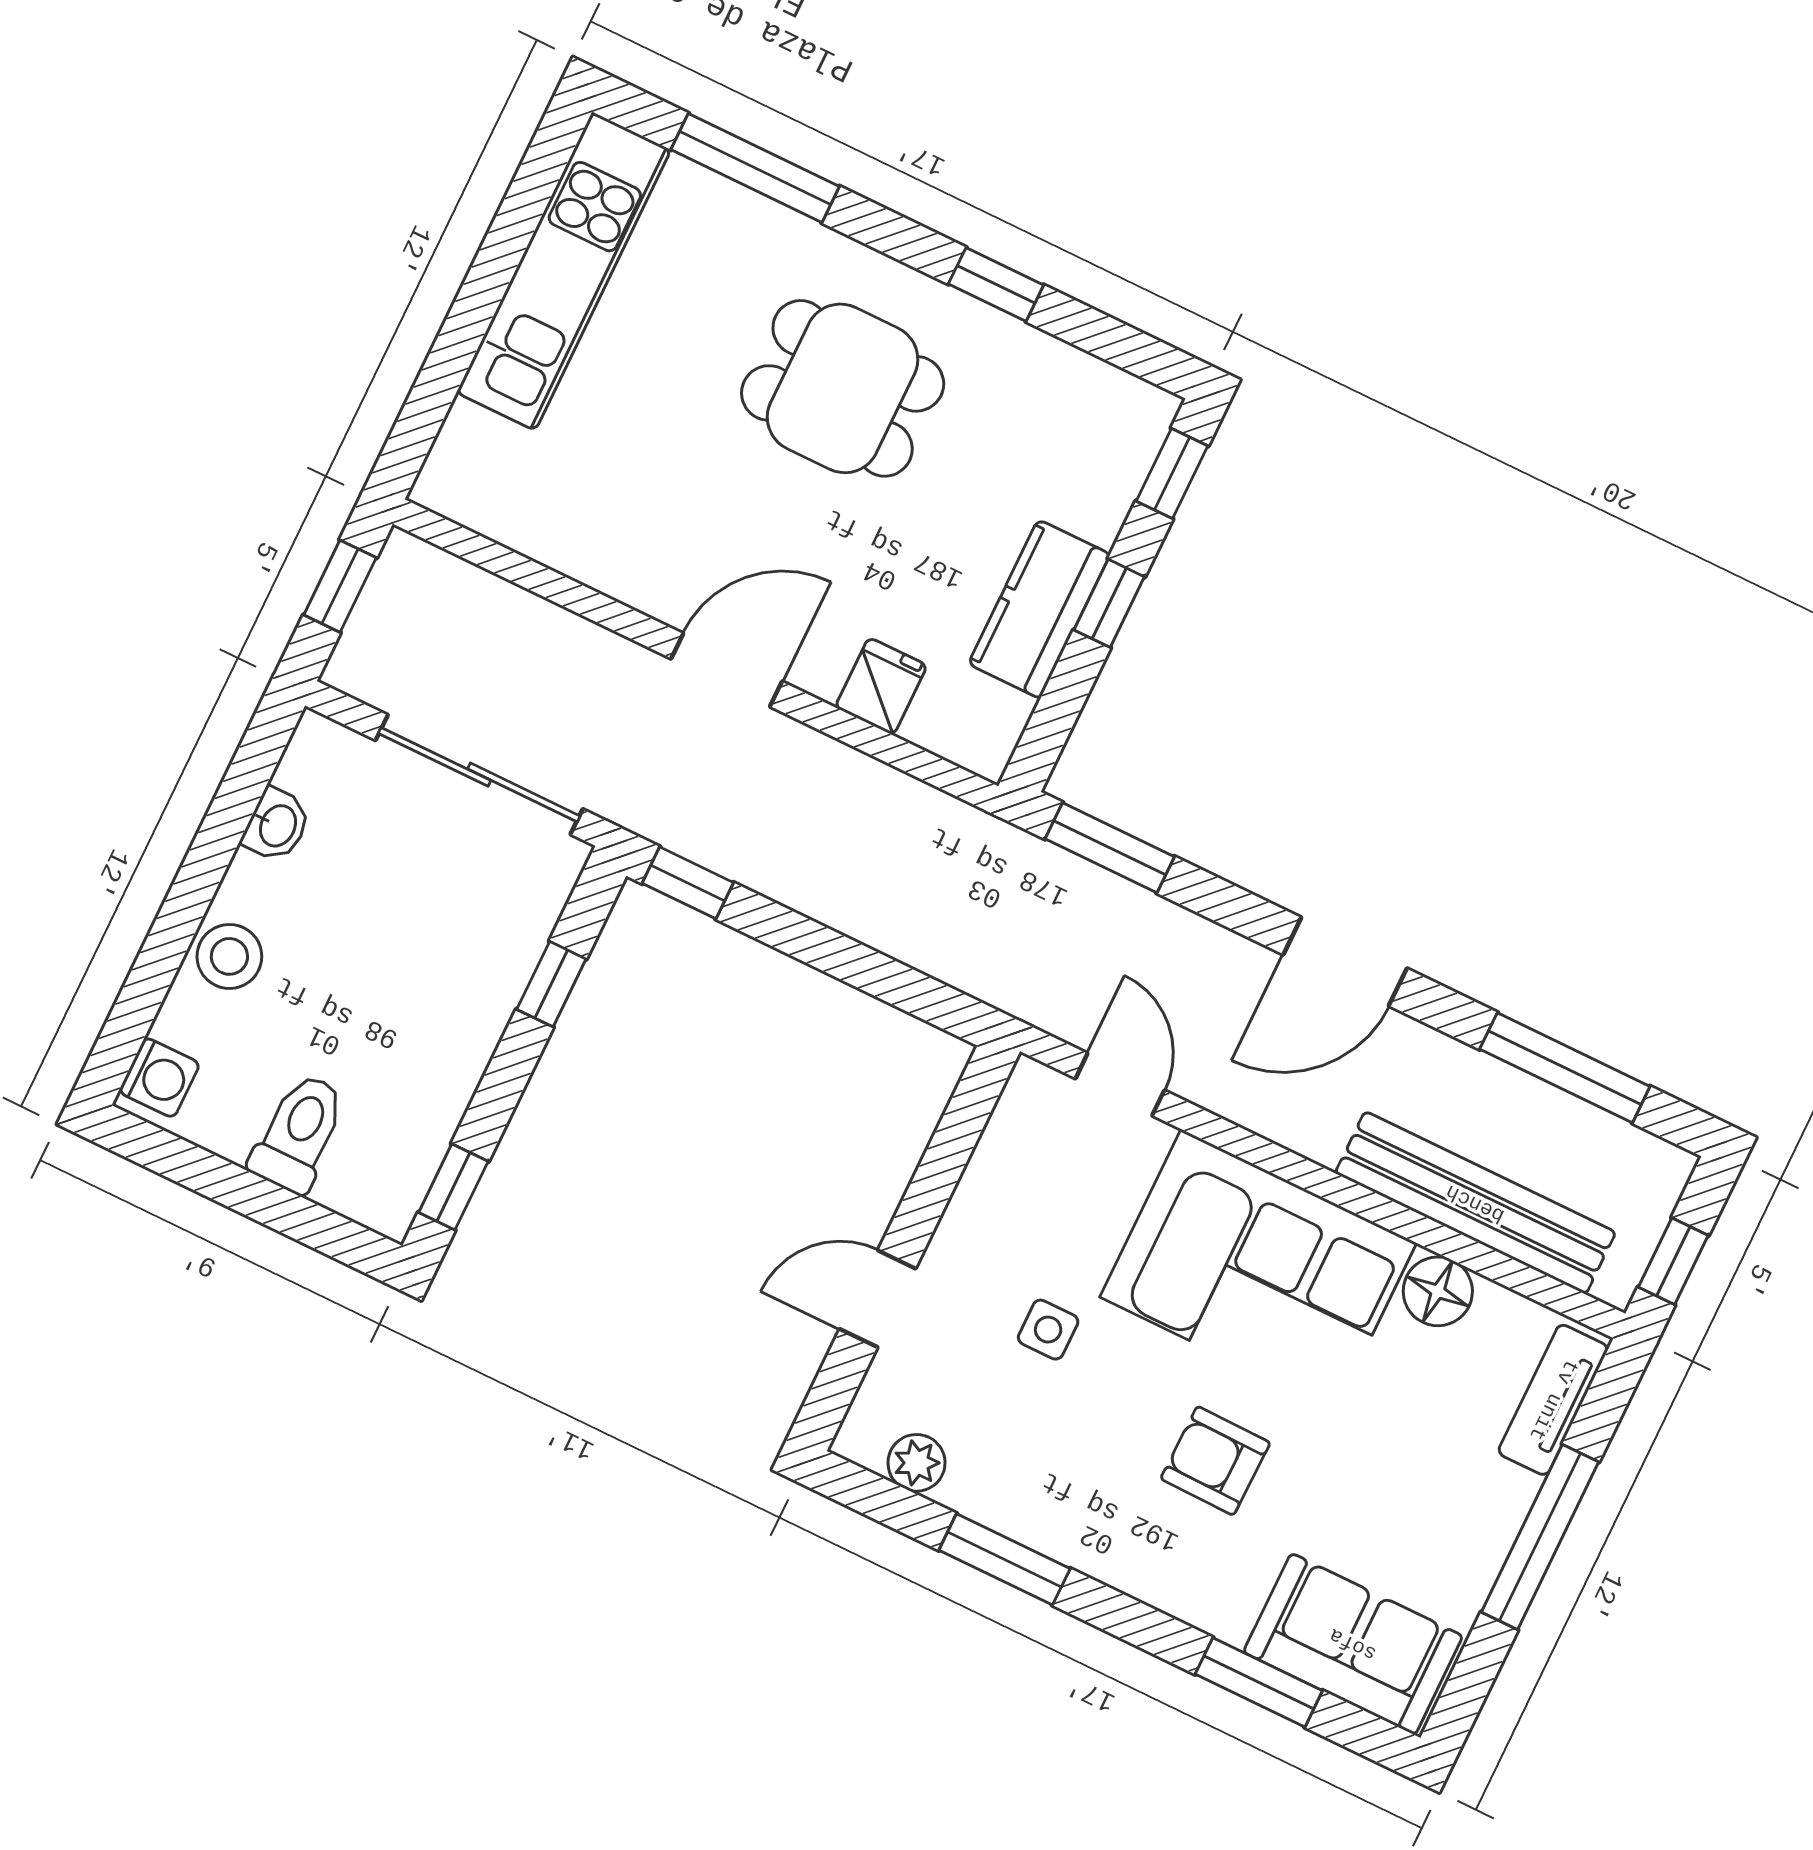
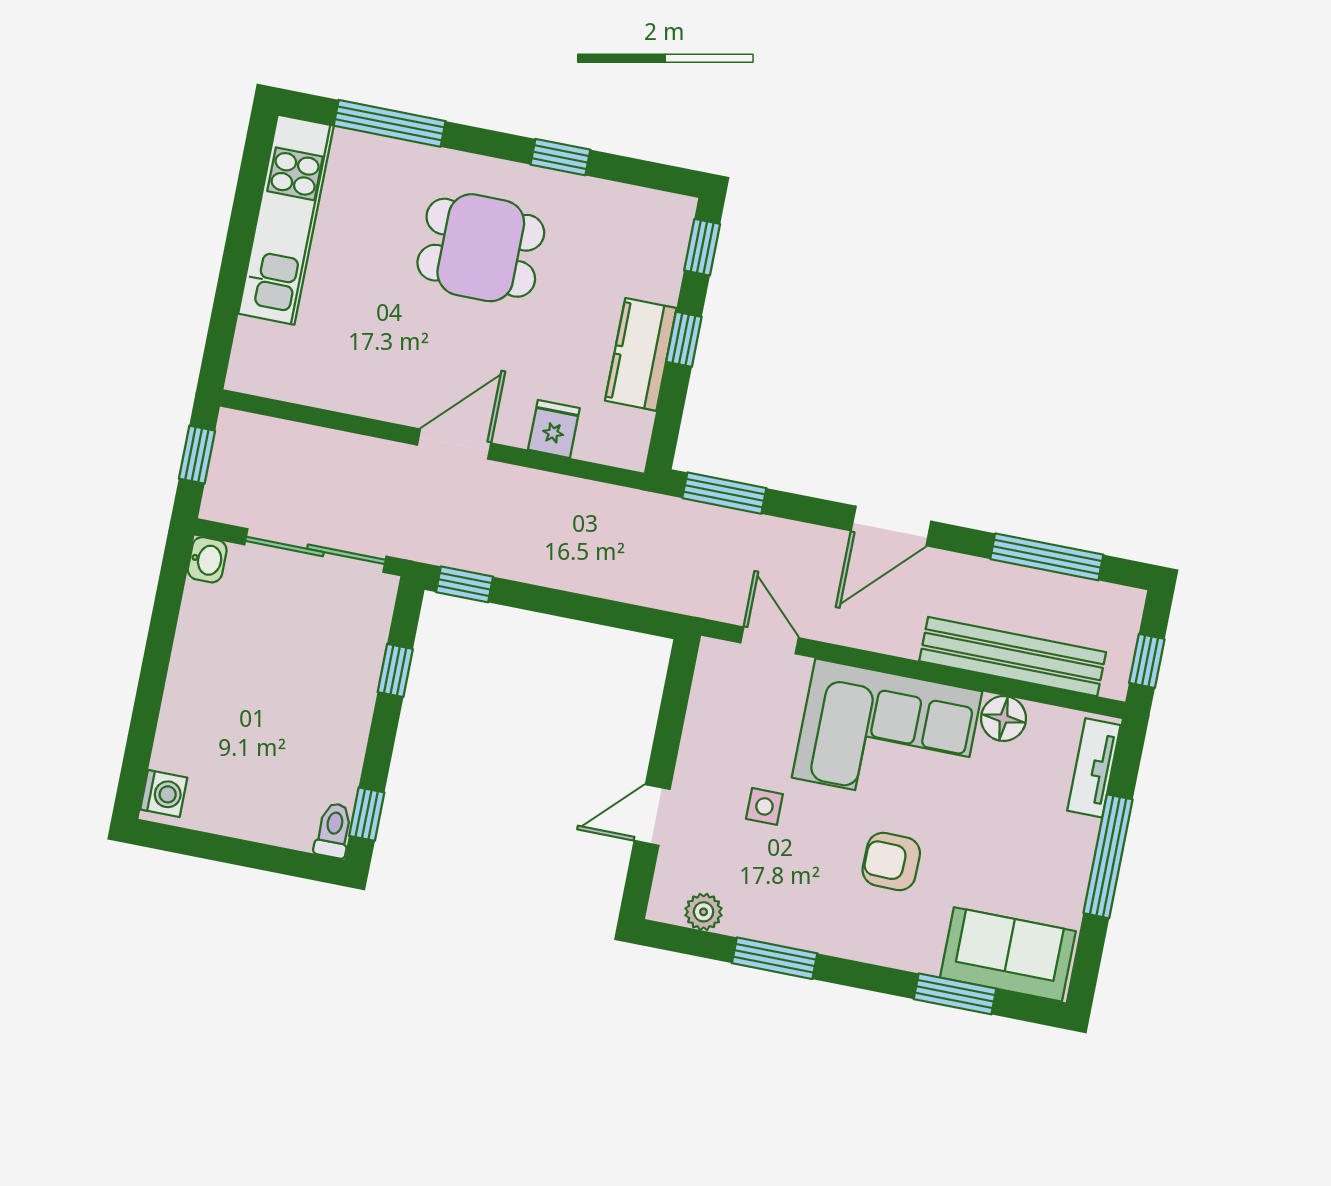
washbasin: (277, 825) -> (207, 560), moved
stool: (229, 956) -> (188, 706), removed
toilet: (299, 1133) -> (333, 830), moved, width x0.73, depth x0.72

